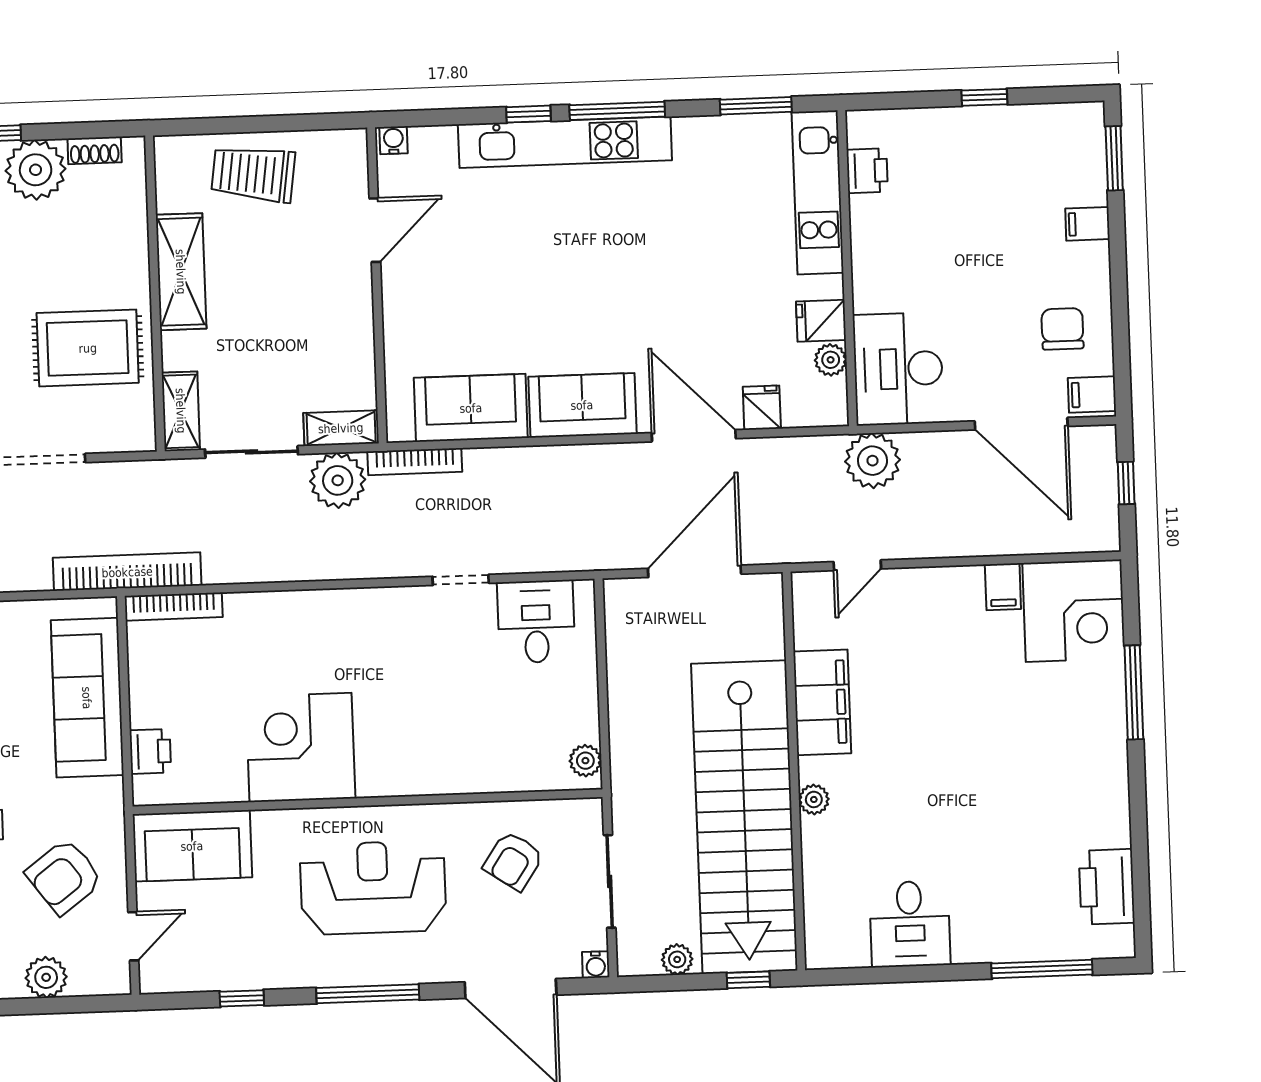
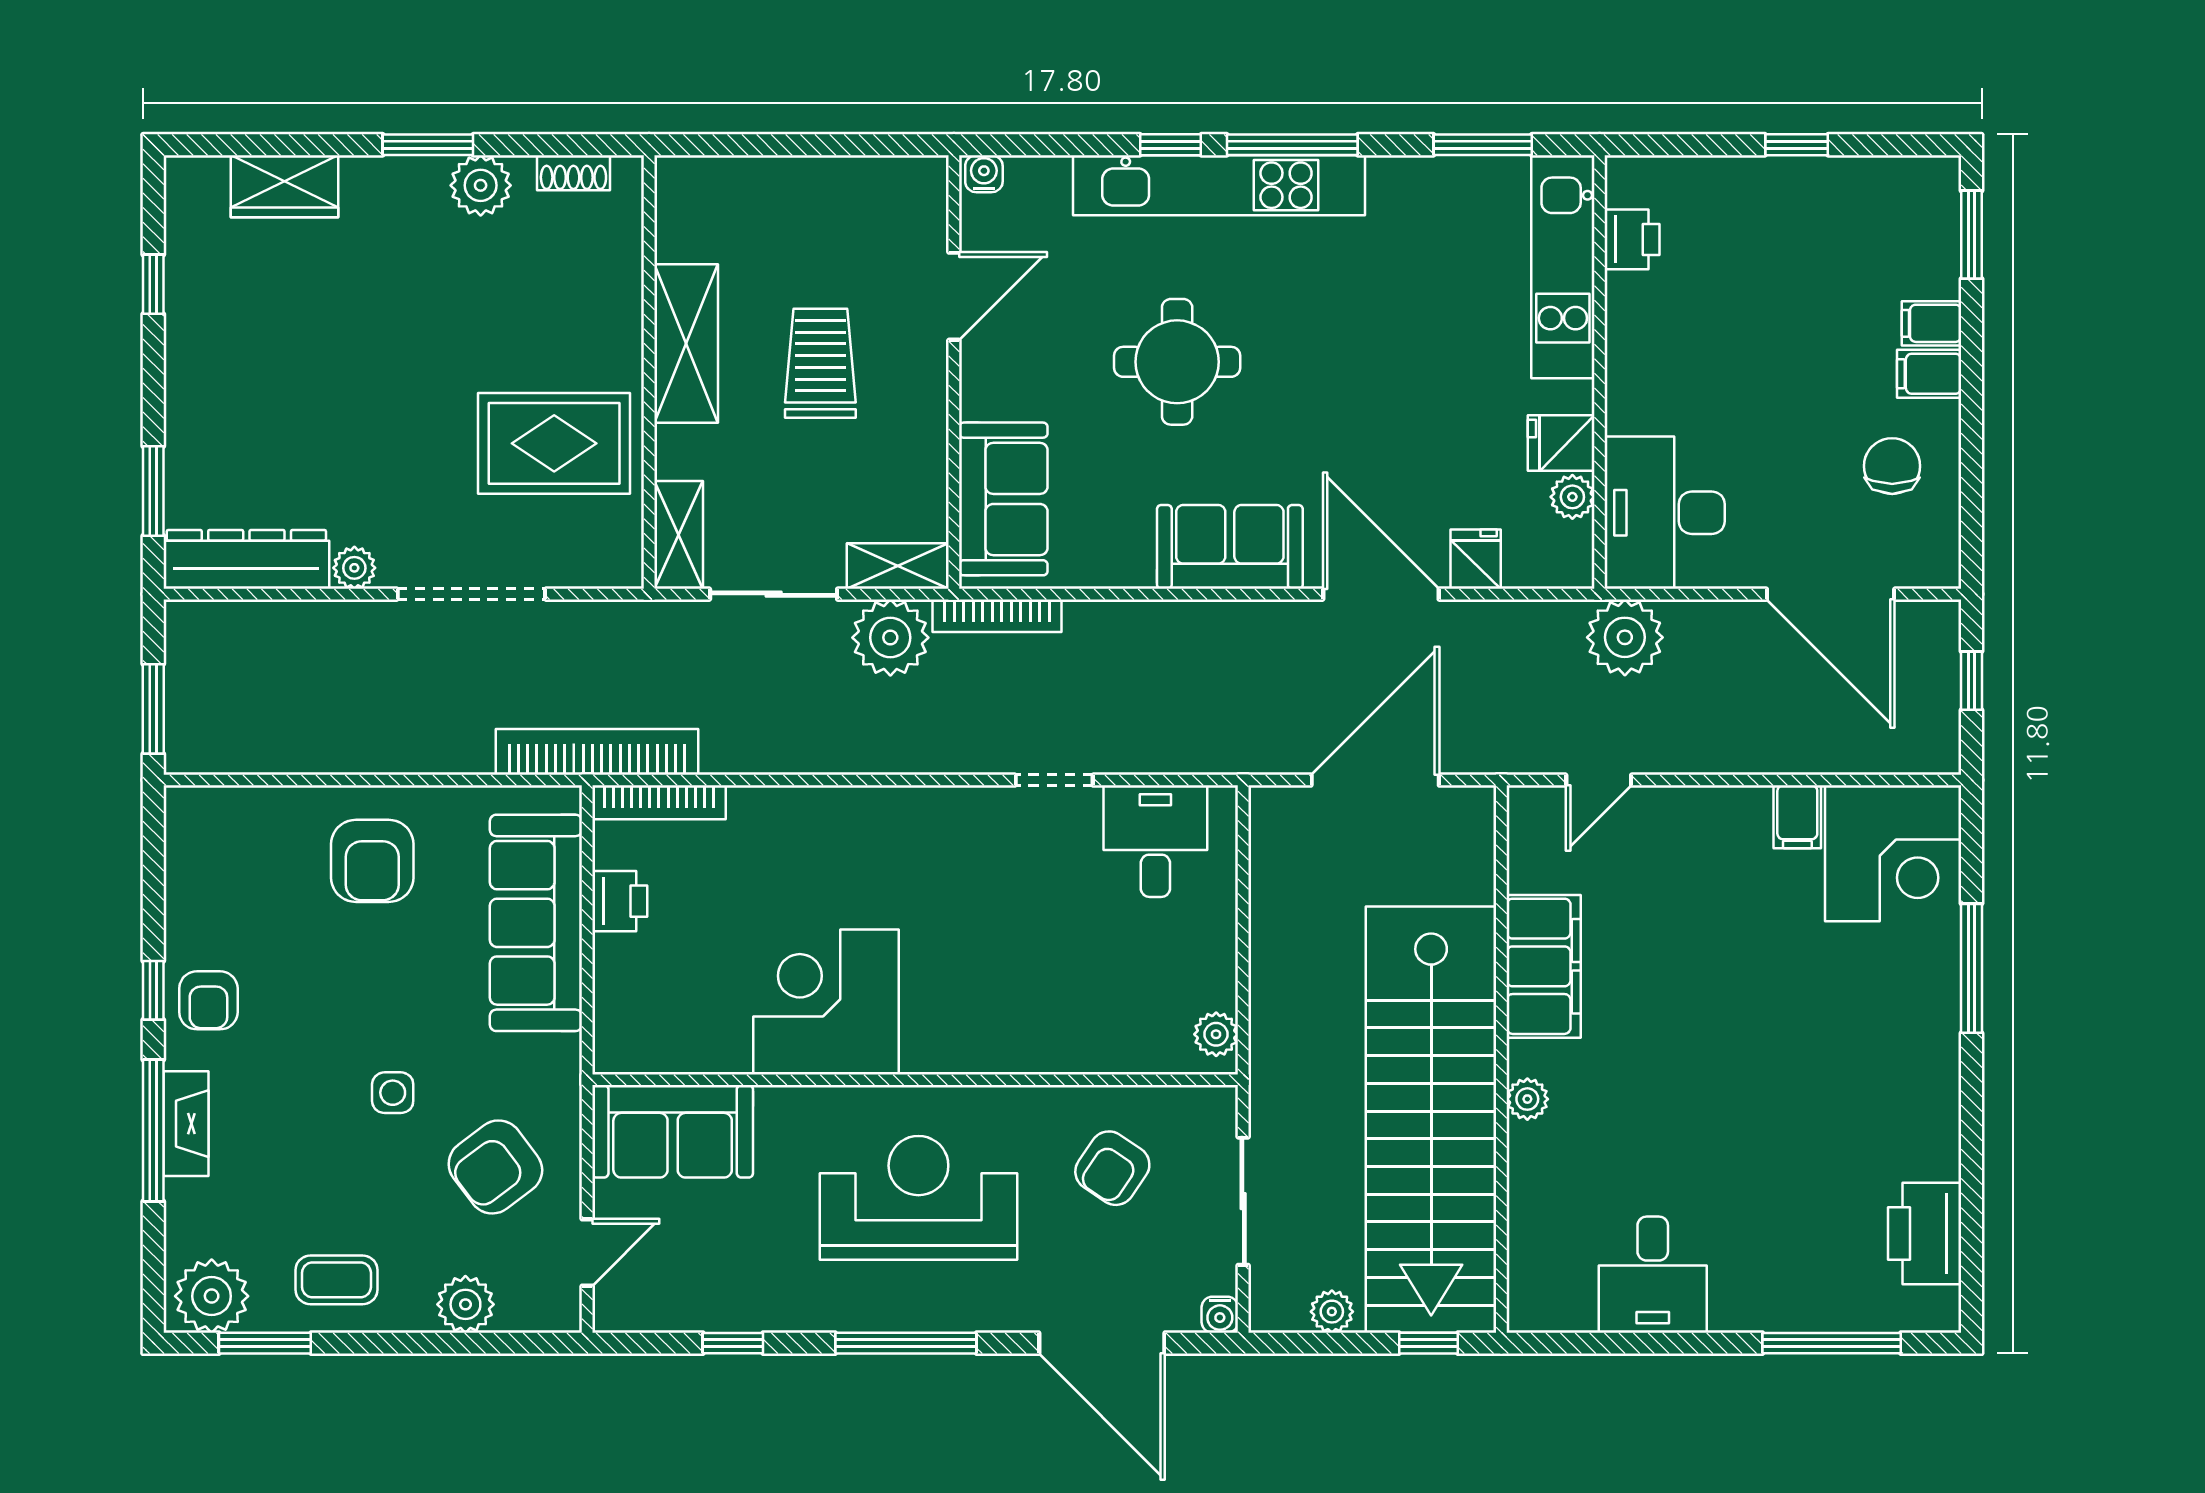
plant: (36, 170) -> (481, 185), width x0.73, depth x0.73
trolley: (253, 174) -> (820, 363), moved, turned 82
round table: (539, 272) -> (1177, 362), added
filing cabinet: (1092, 394) -> (1929, 374), moved
sofa: (471, 408) -> (1003, 499), moved, turned 90
printer: (150, 751) -> (620, 901), moved

